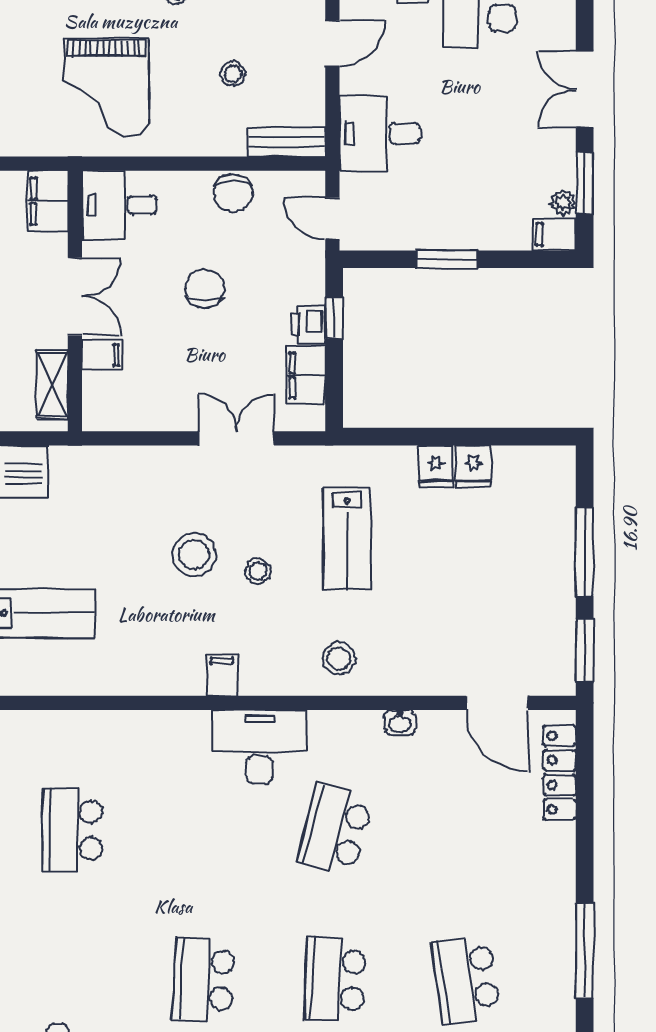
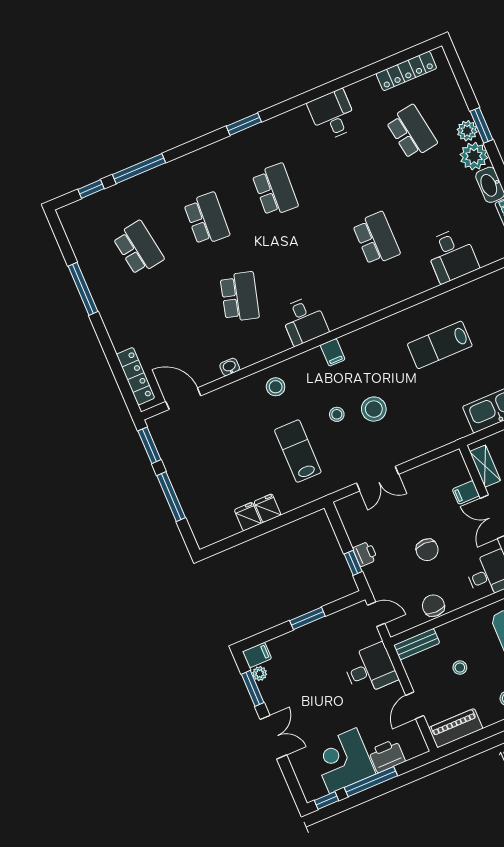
filing cabinet: (306, 375) -> (355, 527), removed
desk: (259, 747) -> (304, 321), width x0.73

